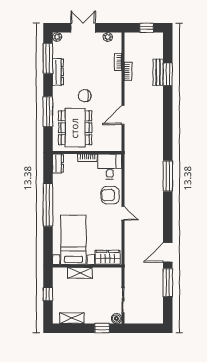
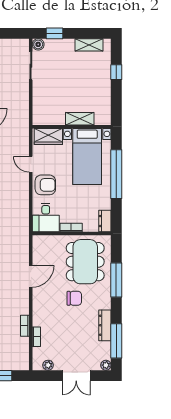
bed with nightstands: (73, 240) -> (87, 156), moved
wardrobe: (108, 257) -> (48, 136), moved
wall: (87, 266) -> (72, 127), moved
shelving: (80, 273) -> (80, 119), moved

